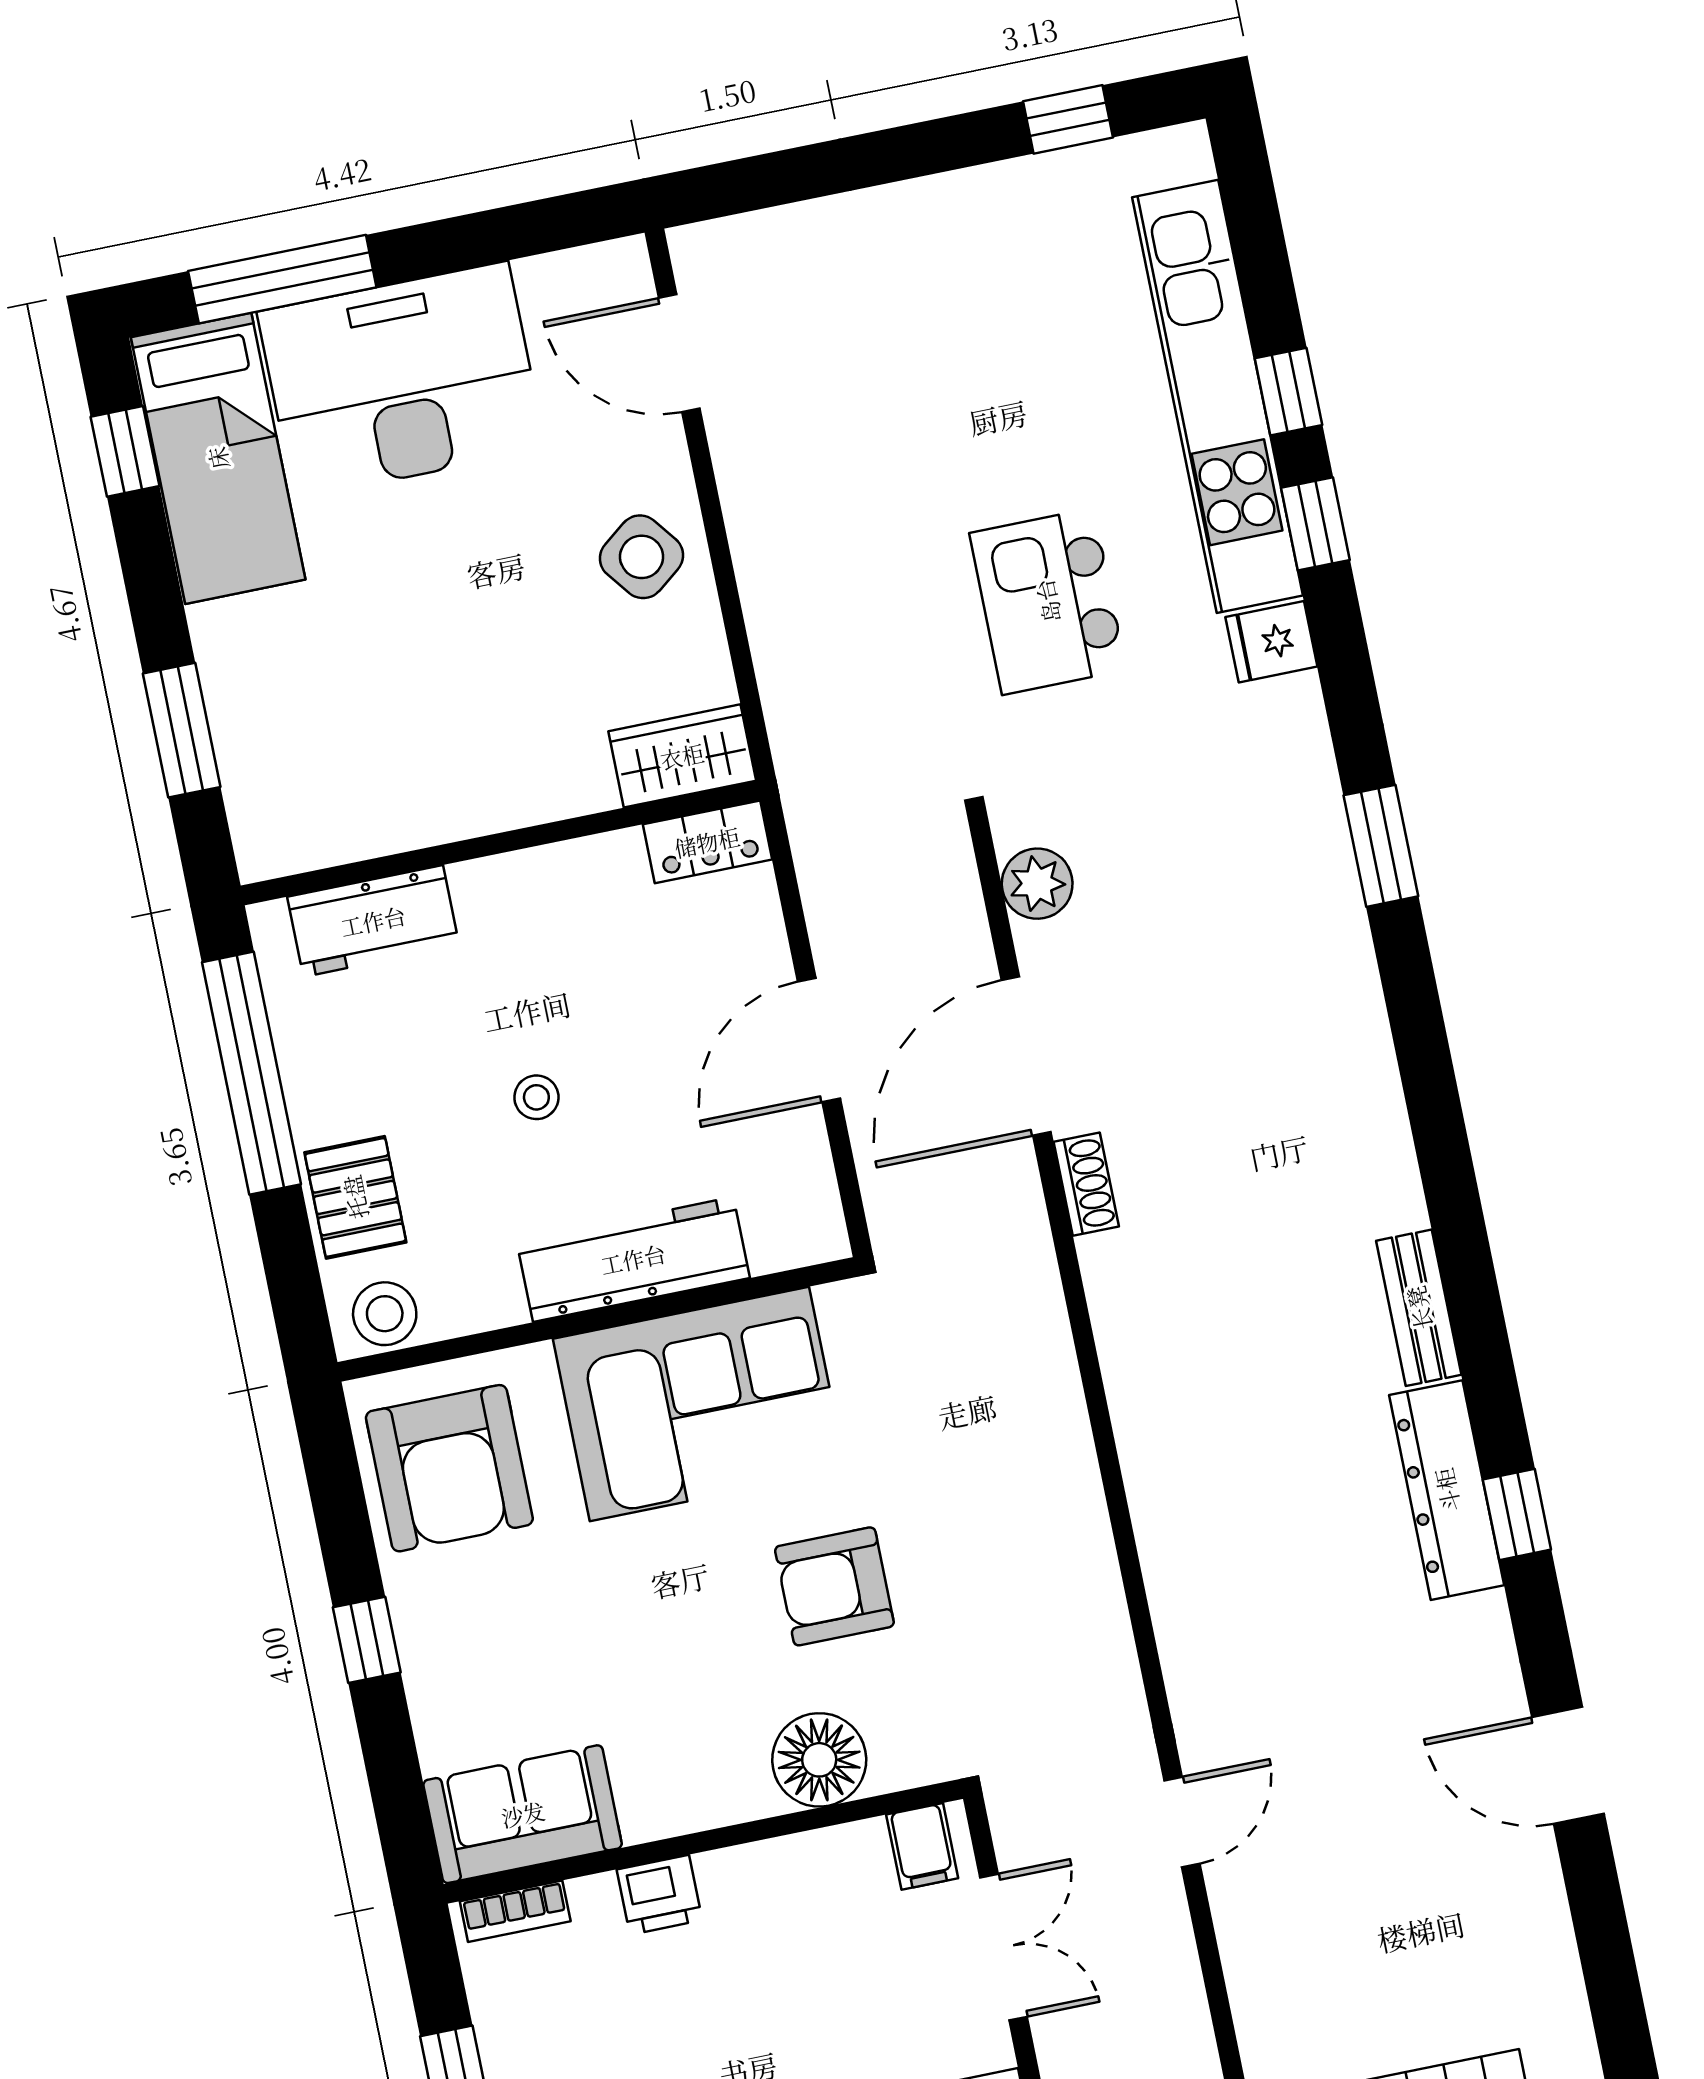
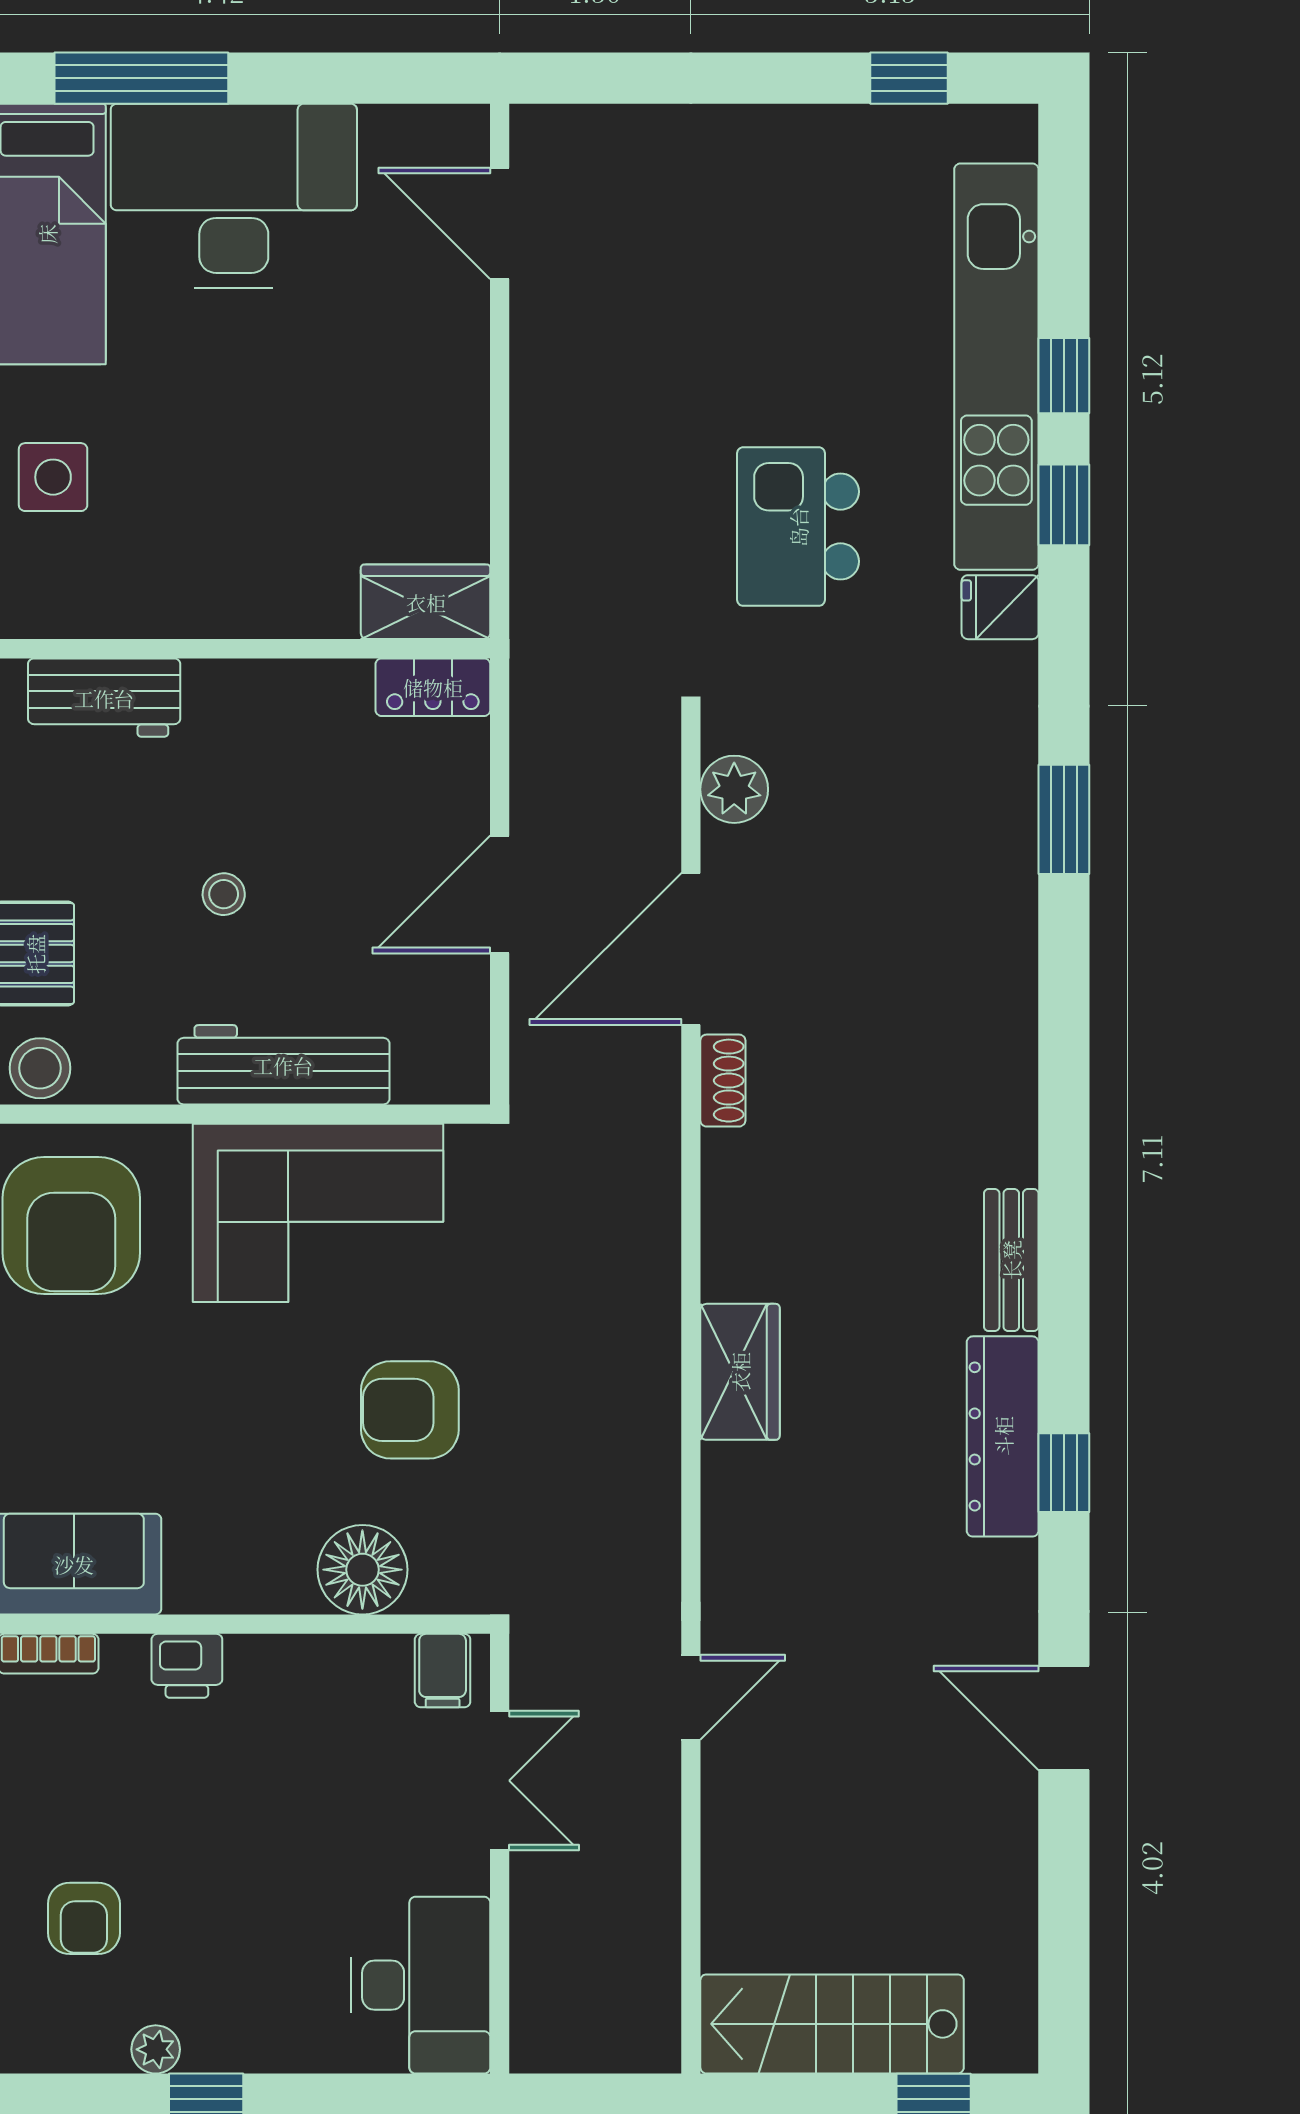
side table: (642, 557) -> (53, 477), moved, turned 38
wardrobe: (1164, 1479) -> (740, 1372), added

